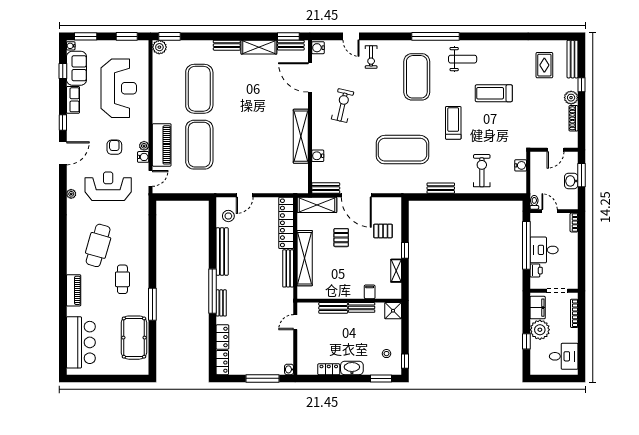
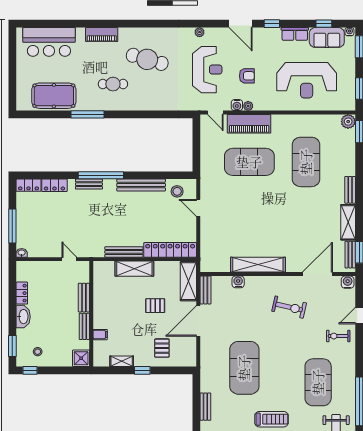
exercise mat: (417, 77) -> (318, 382), turned 90
exercise mat: (199, 89) -> (306, 162), turned 90
shelving: (305, 258) -> (134, 269), width x0.68

